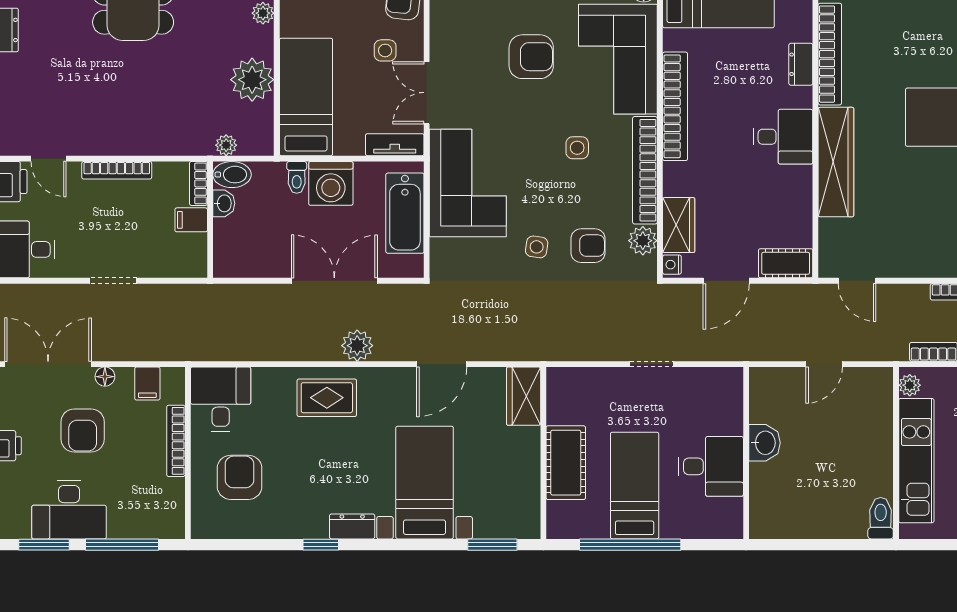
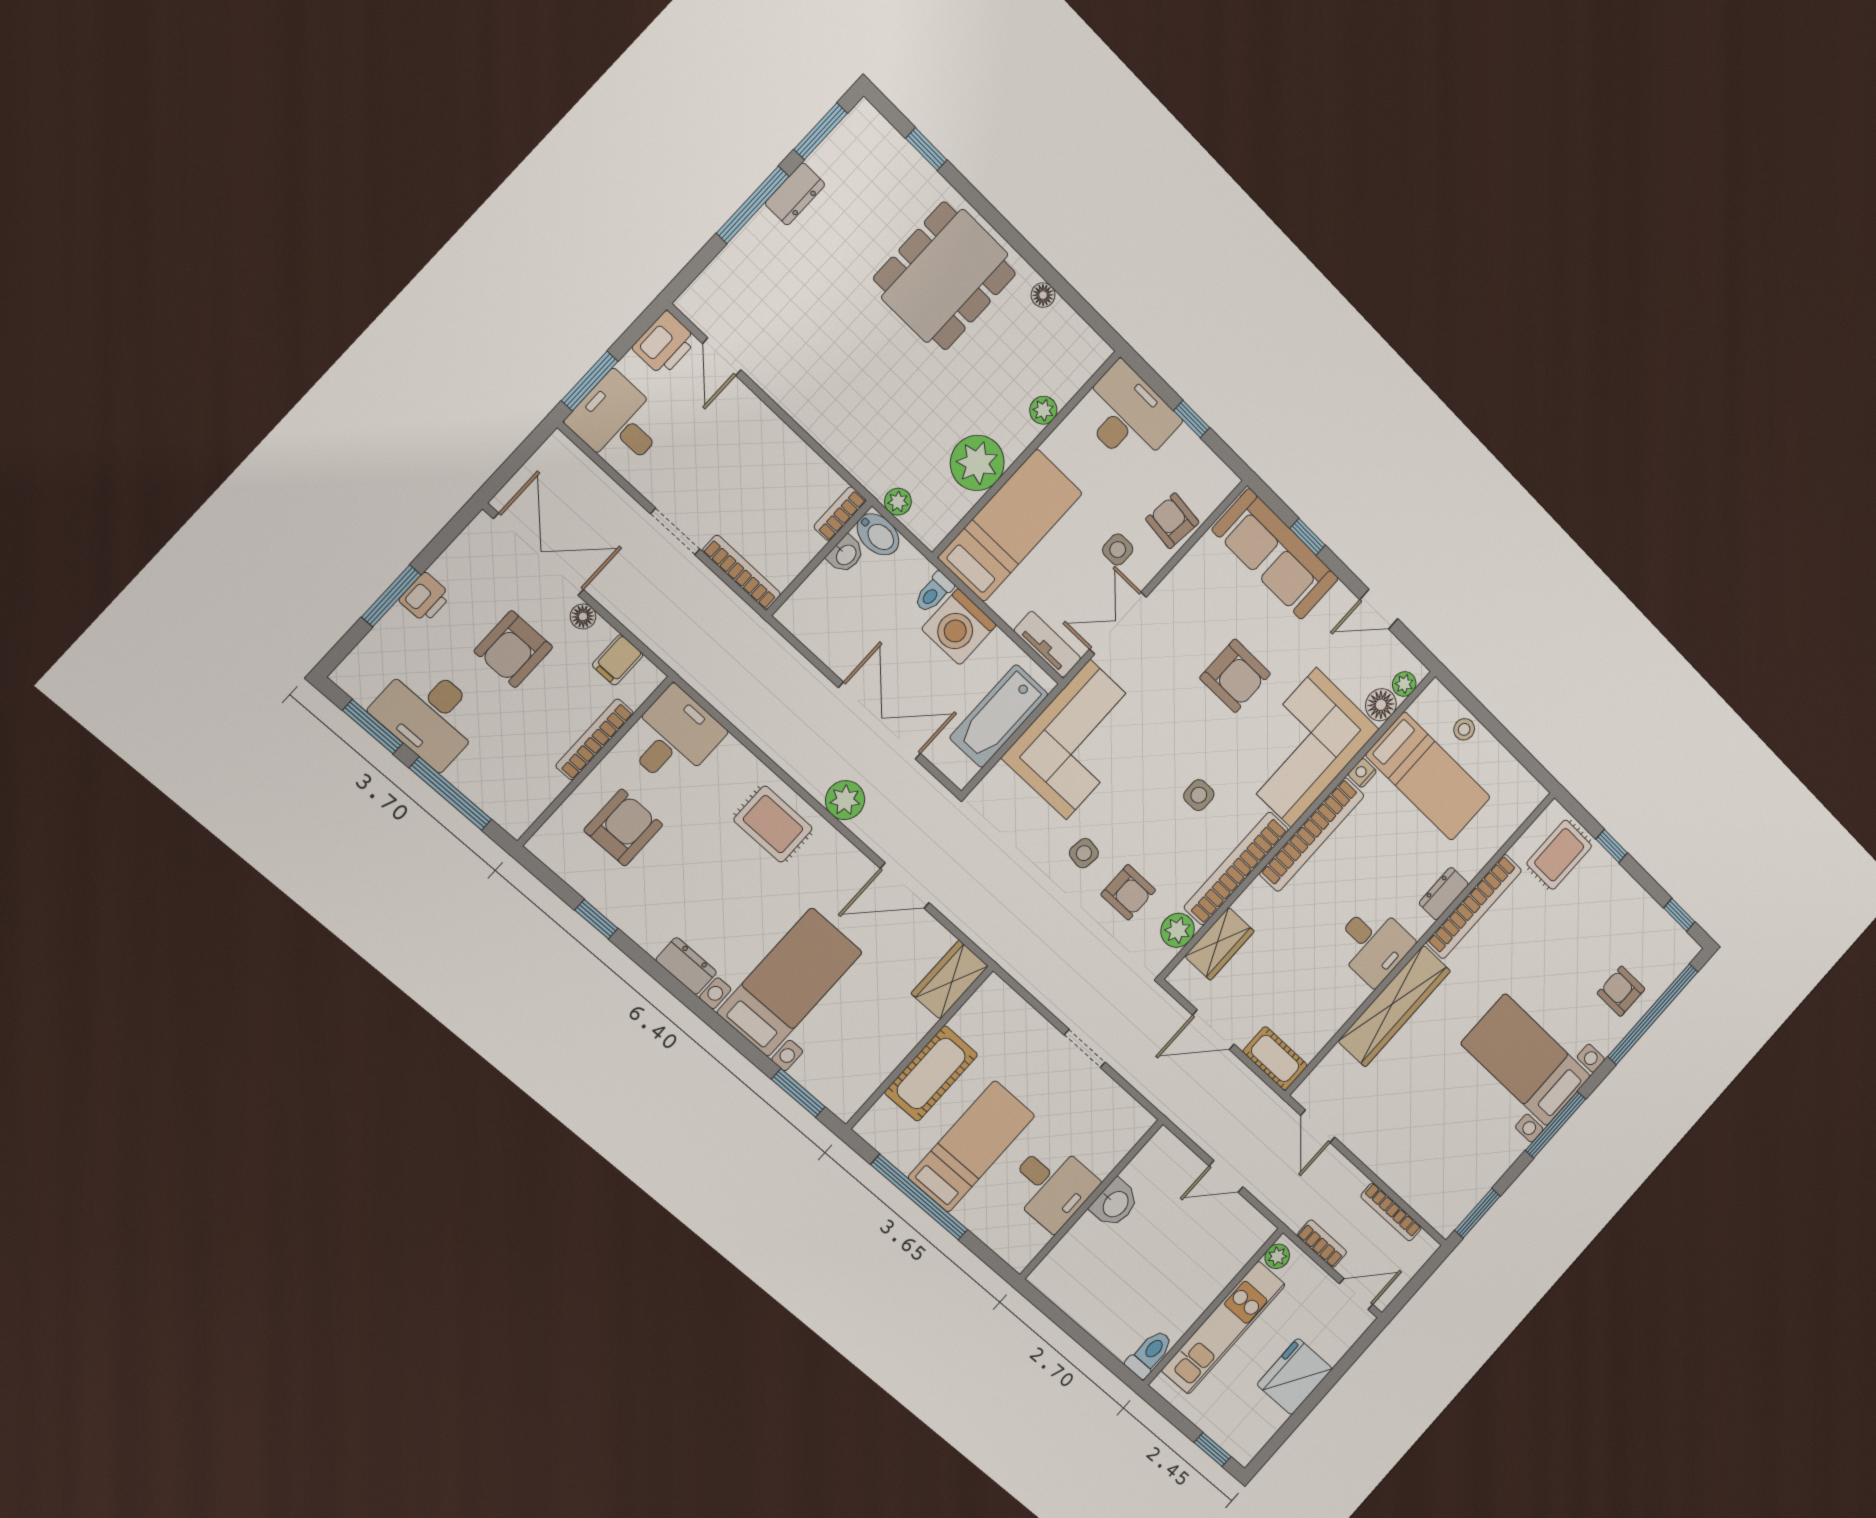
bookcase: (117, 170) -> (742, 572), moved, turned 180
filing cabinet: (191, 220) -> (802, 542), removed
nightstand: (672, 265) -> (1362, 773), moved
window: (321, 545) -> (596, 919), moved

